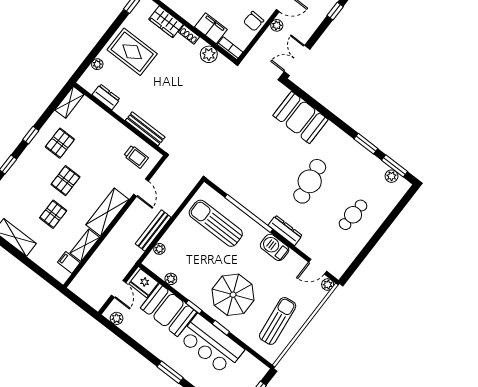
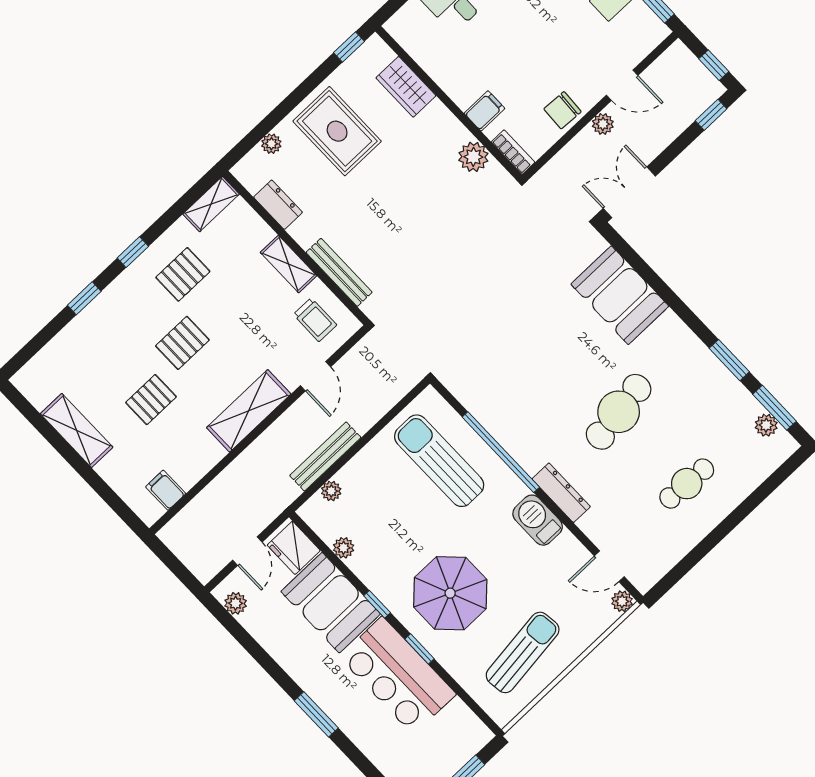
filing cabinet: (211, 28) -> (484, 111), width x0.50
shoe rack: (189, 35) -> (444, 116), removed
shelving: (85, 245) -> (288, 264), moved, turned 90

